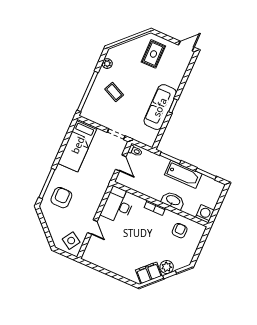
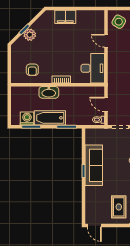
door: (186, 46) -> (94, 226), hinge flipped
washing machine: (205, 214) -> (27, 119), moved, turned 180
filing cabinet: (149, 273) -> (65, 17), moved, turned 45

